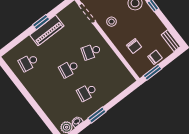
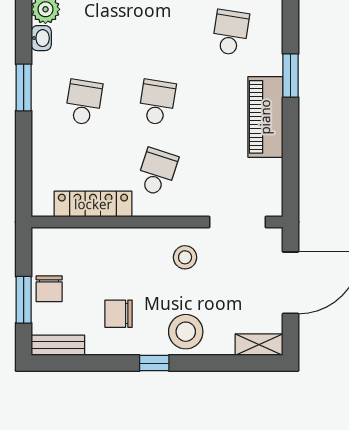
window: (41, 22) -> (291, 76), moved
chair: (134, 46) -> (119, 314), moved
locker: (117, 64) -> (93, 204), added
window: (153, 72) -> (24, 300), moved

